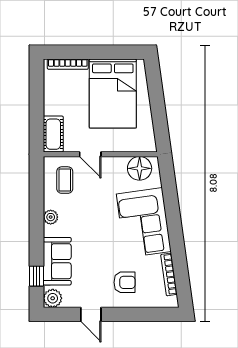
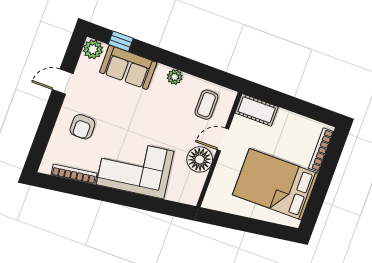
floor lamp: (140, 168) -> (200, 159), moved
coffee table: (65, 180) -> (206, 105), turned 90

